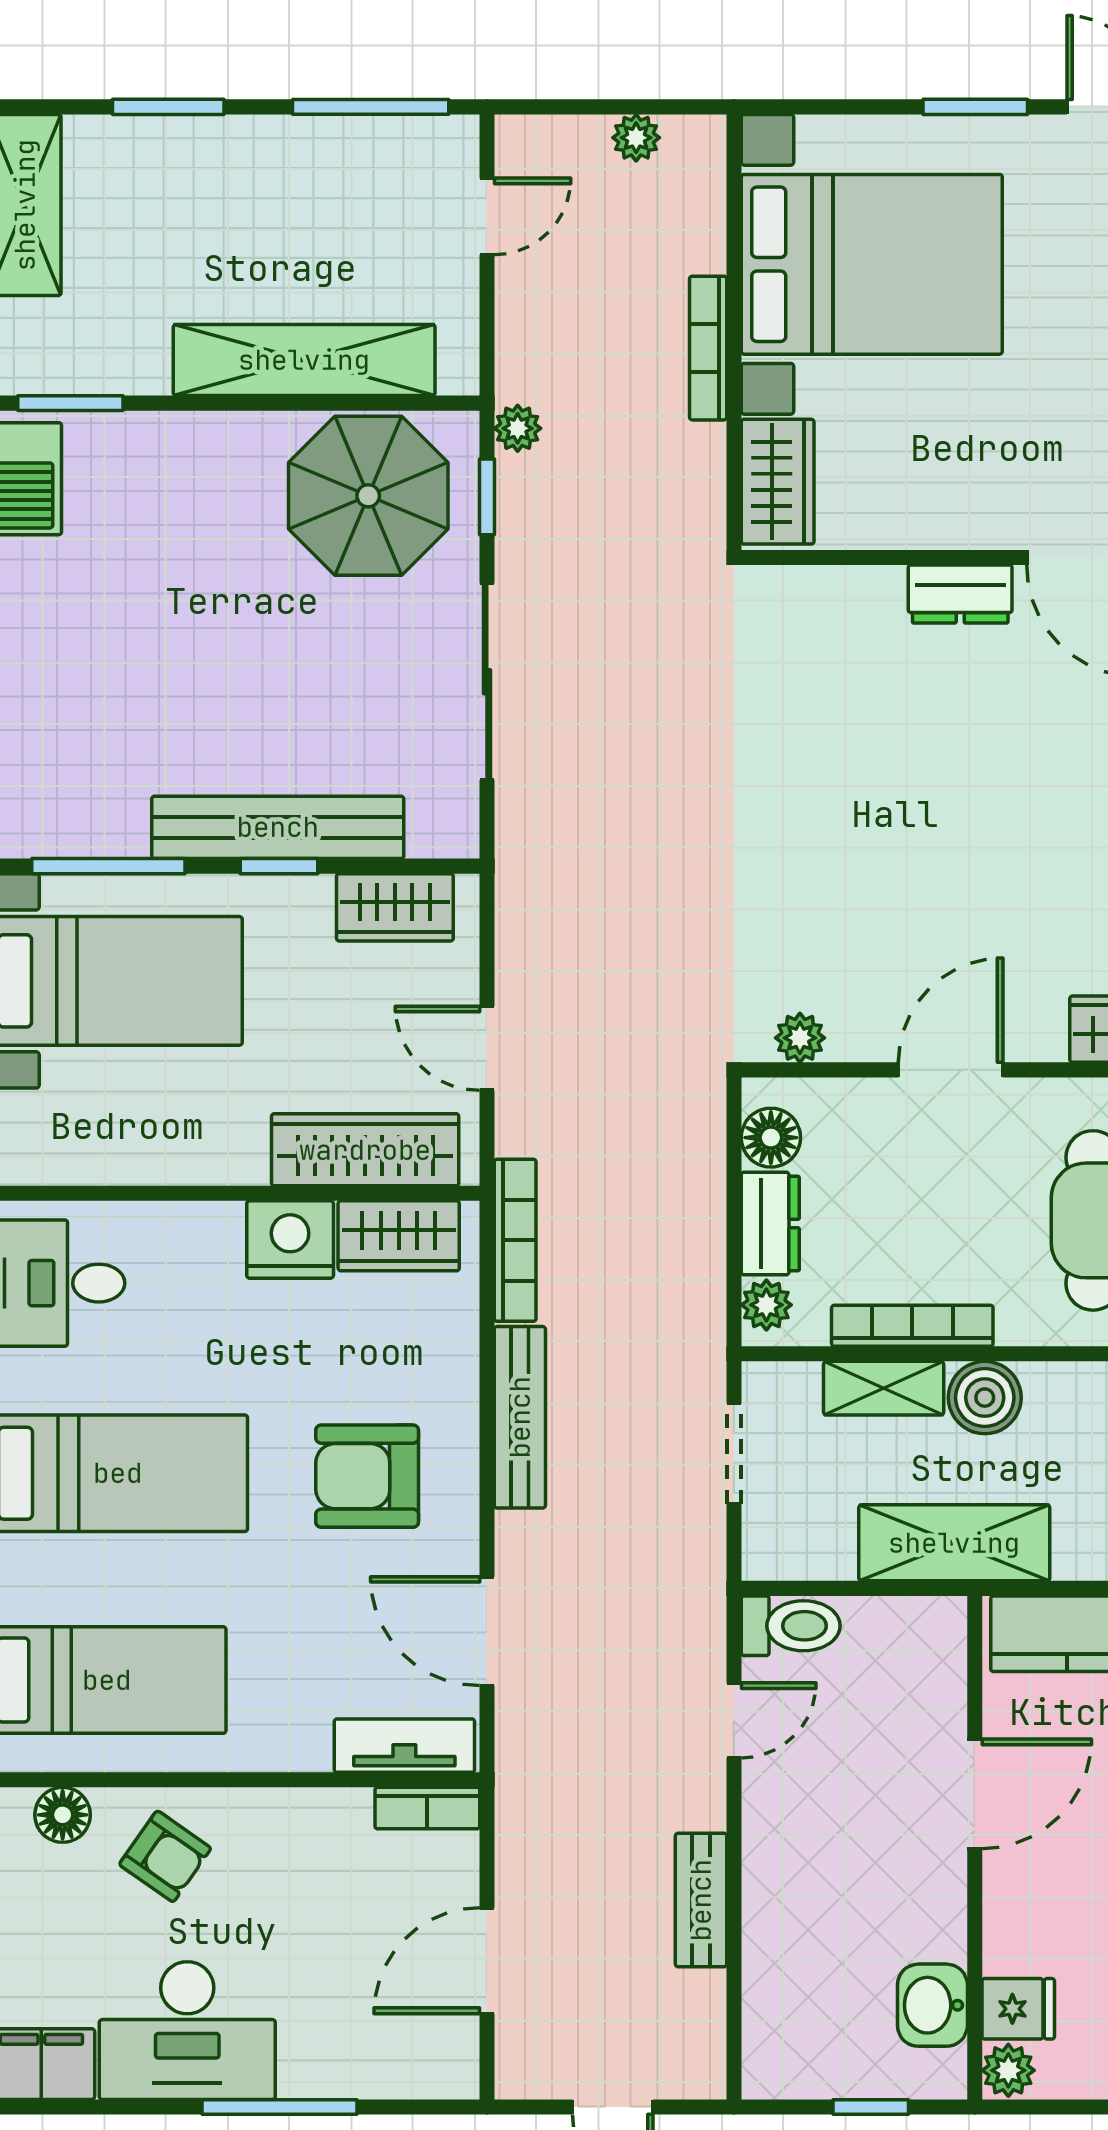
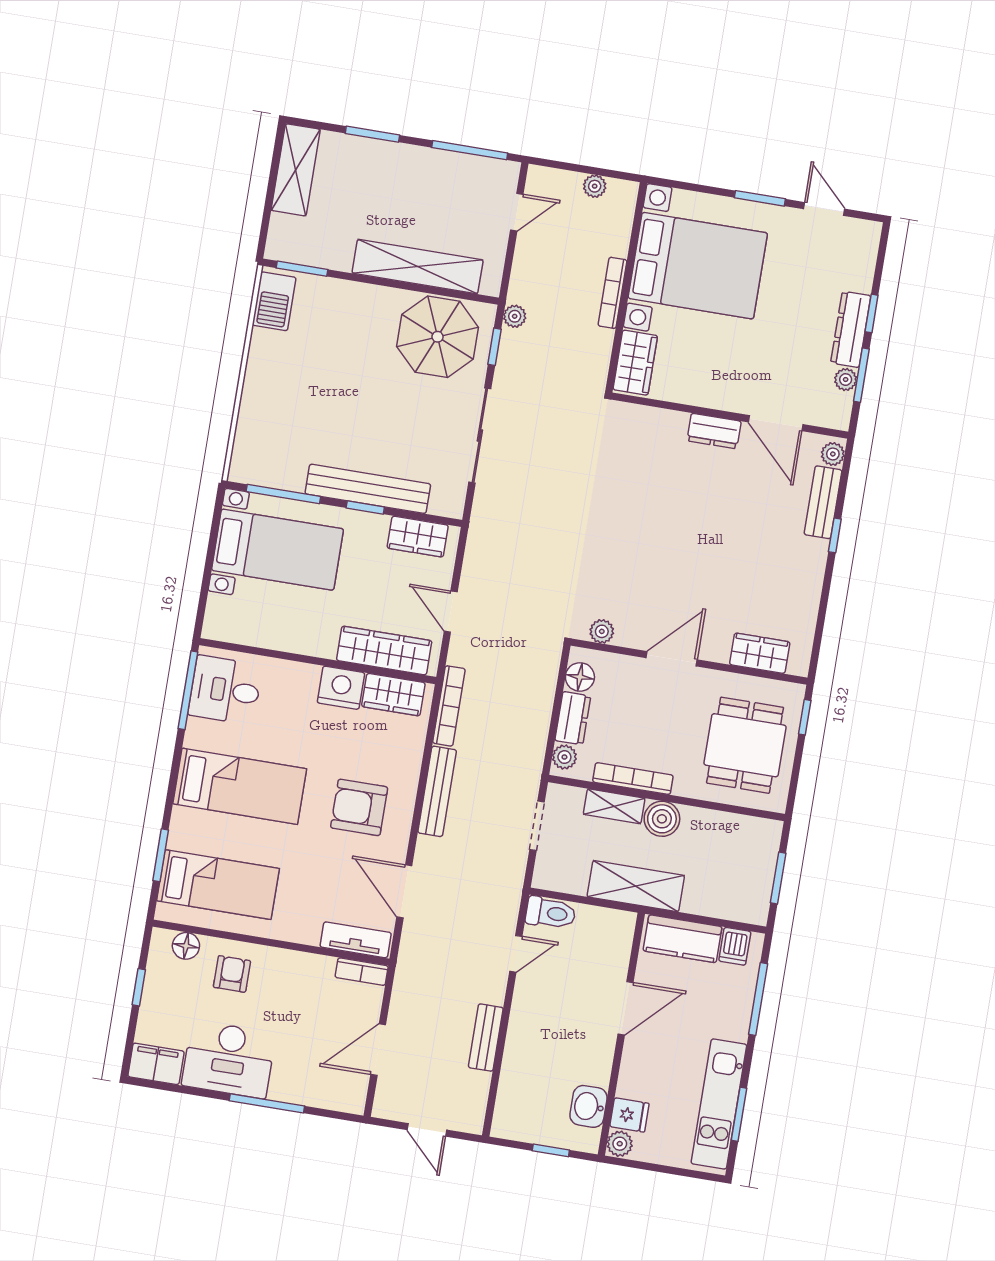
armchair: (165, 1856) -> (232, 974), turned -125

